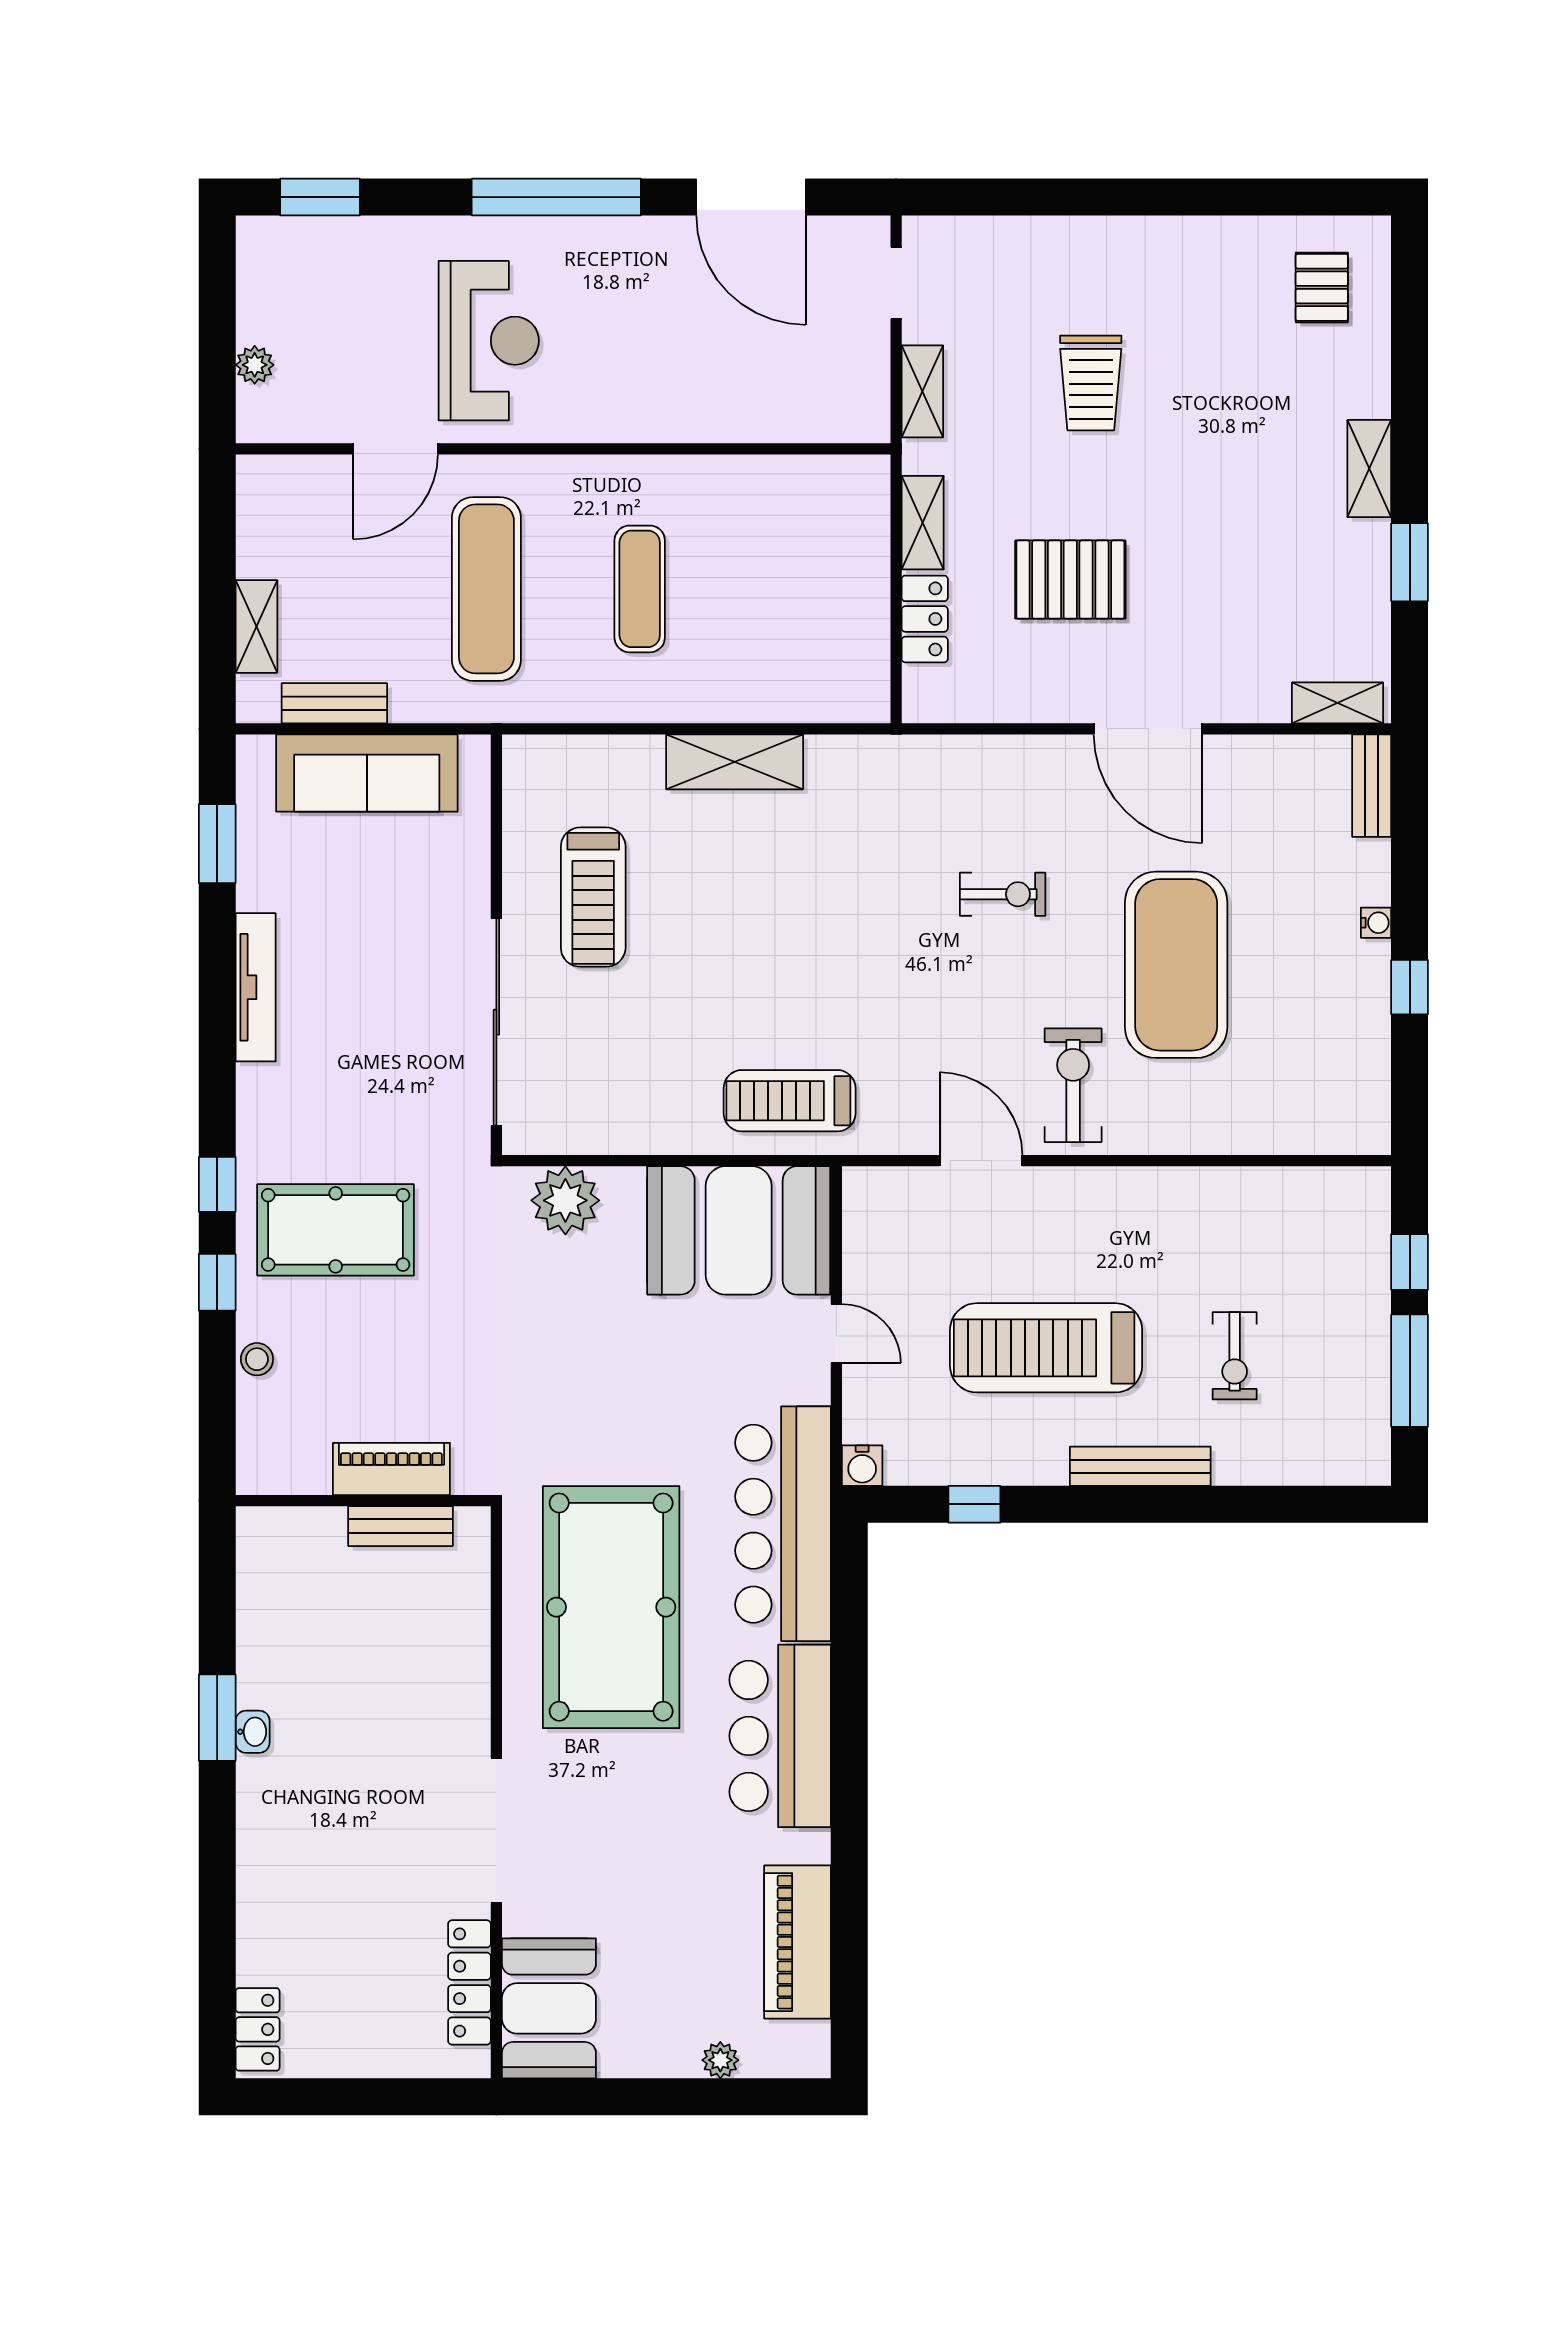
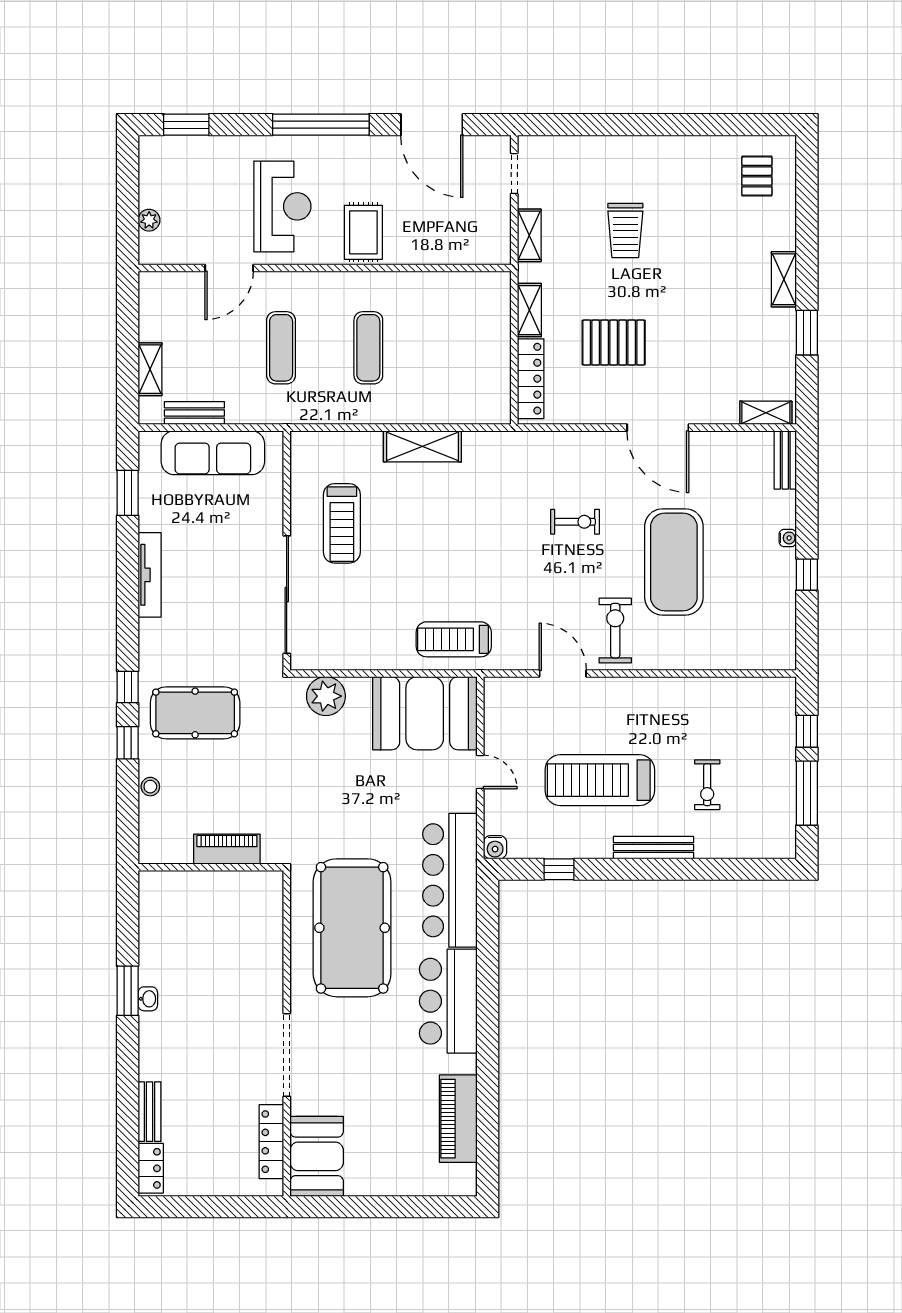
rug: (631, 386) -> (363, 232), added
exercise mat: (486, 589) -> (281, 348), width x0.73, depth x0.69
locker: (925, 619) -> (531, 379), width x1.53
bench: (401, 1526) -> (150, 1112), moved, turned 90
plant: (720, 2060) -> (414, 1186), removed

